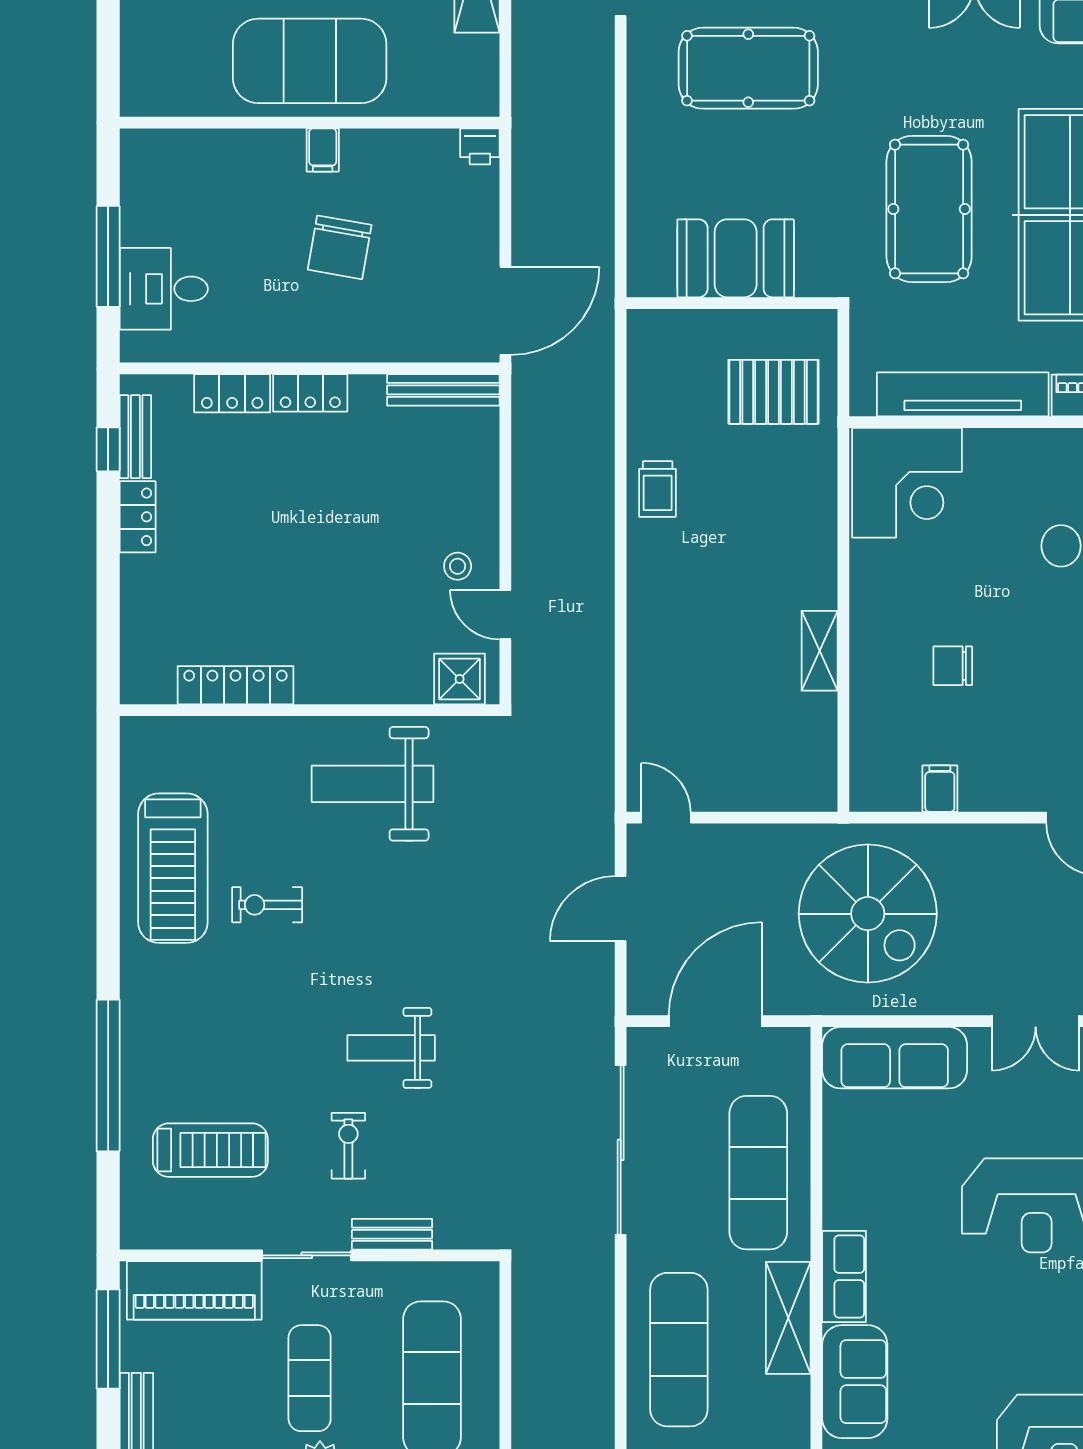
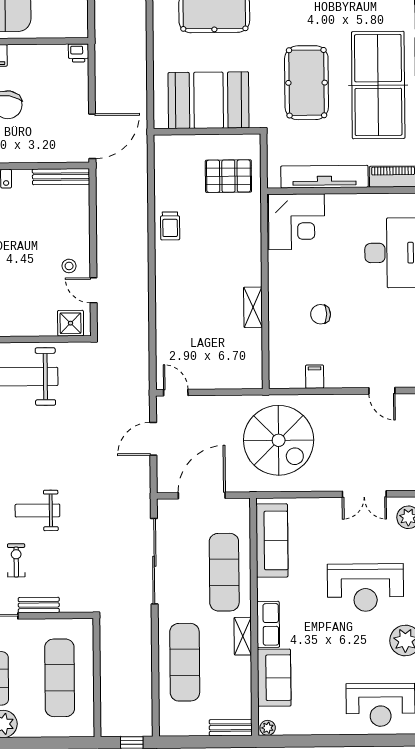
booth: (736, 258) -> (209, 100), width x1.36, depth x1.42
sofa: (895, 1058) -> (272, 541), moved, turned -90
shelving: (788, 1318) -> (243, 636), width x0.67, depth x0.75

